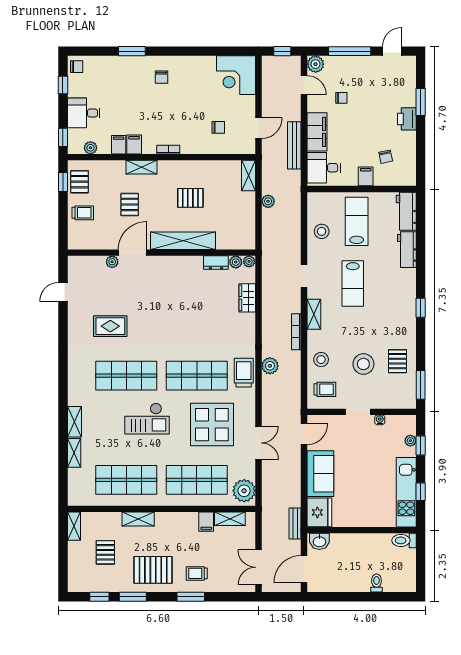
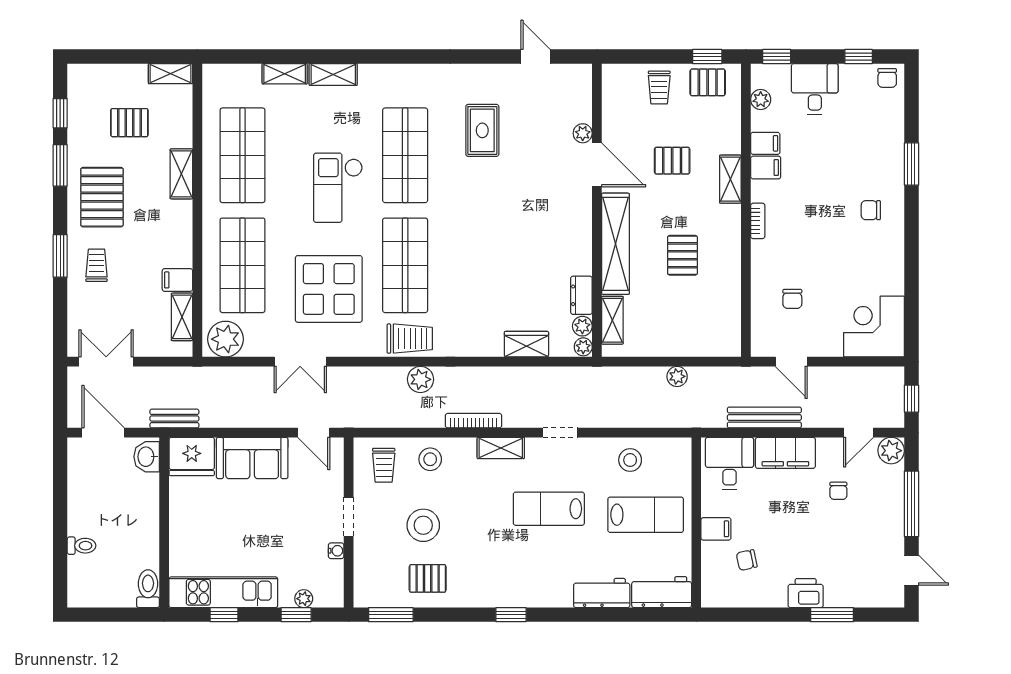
shelving: (249, 175) -> (612, 320), moved, turned 90

